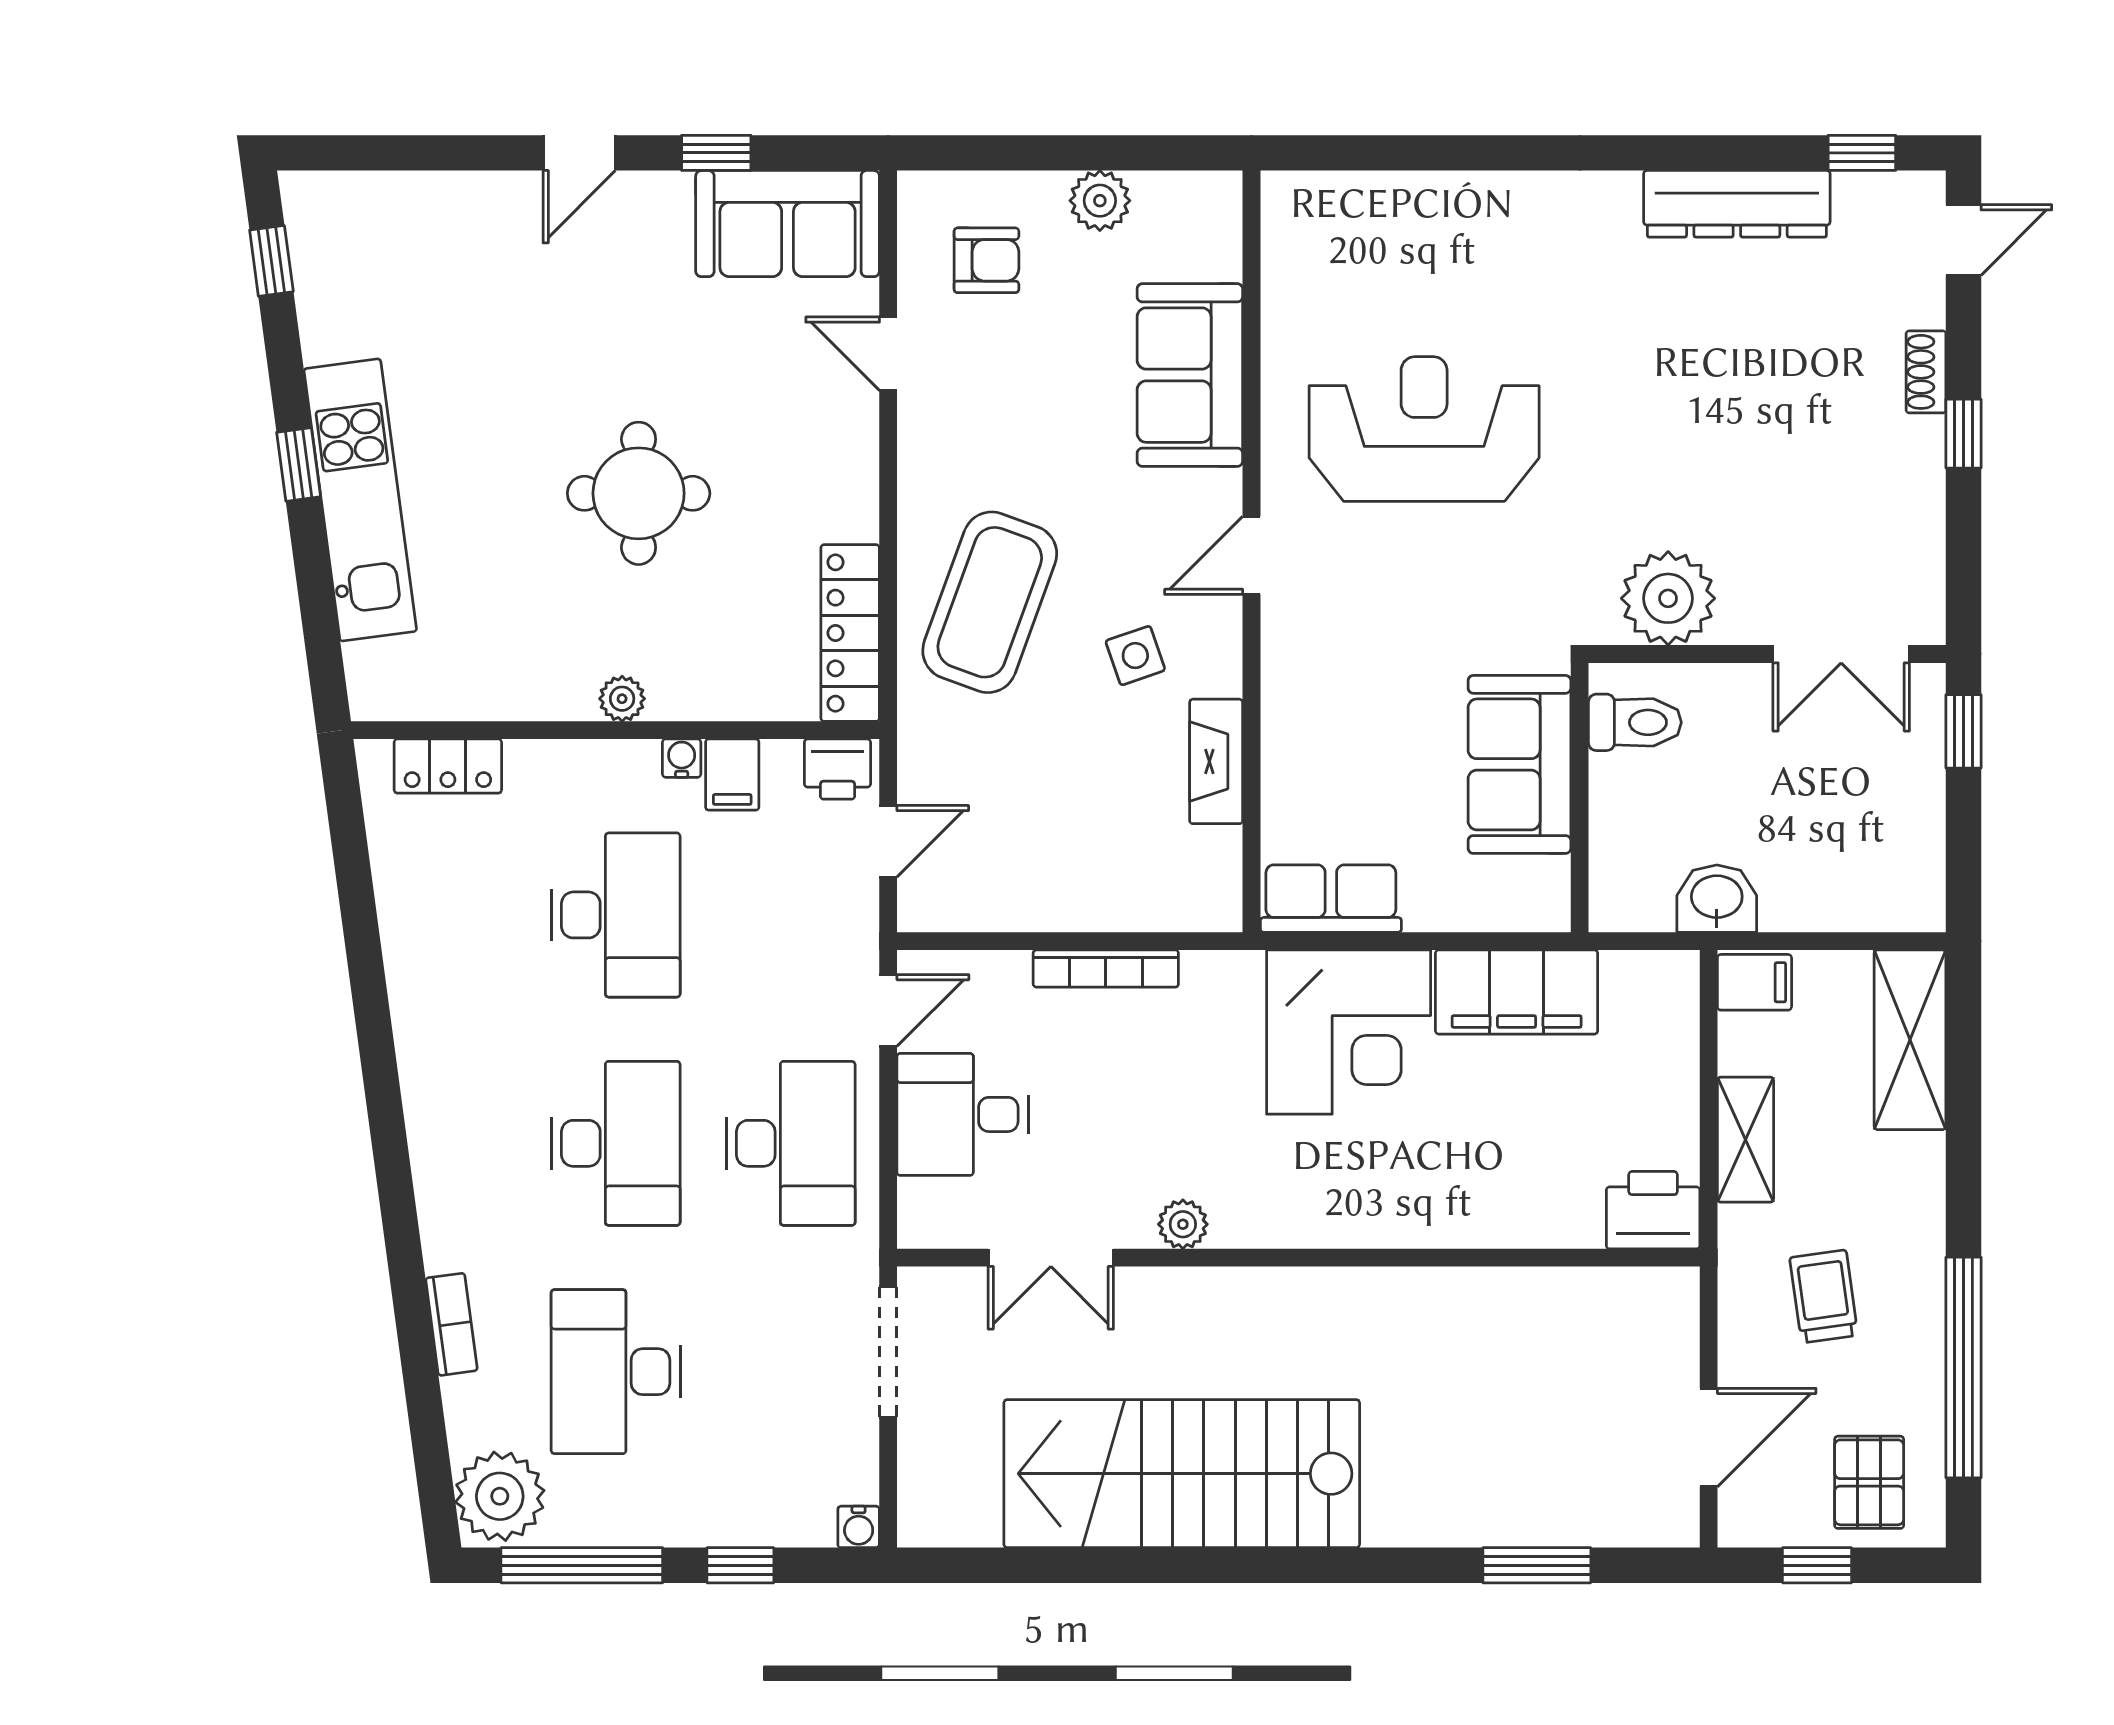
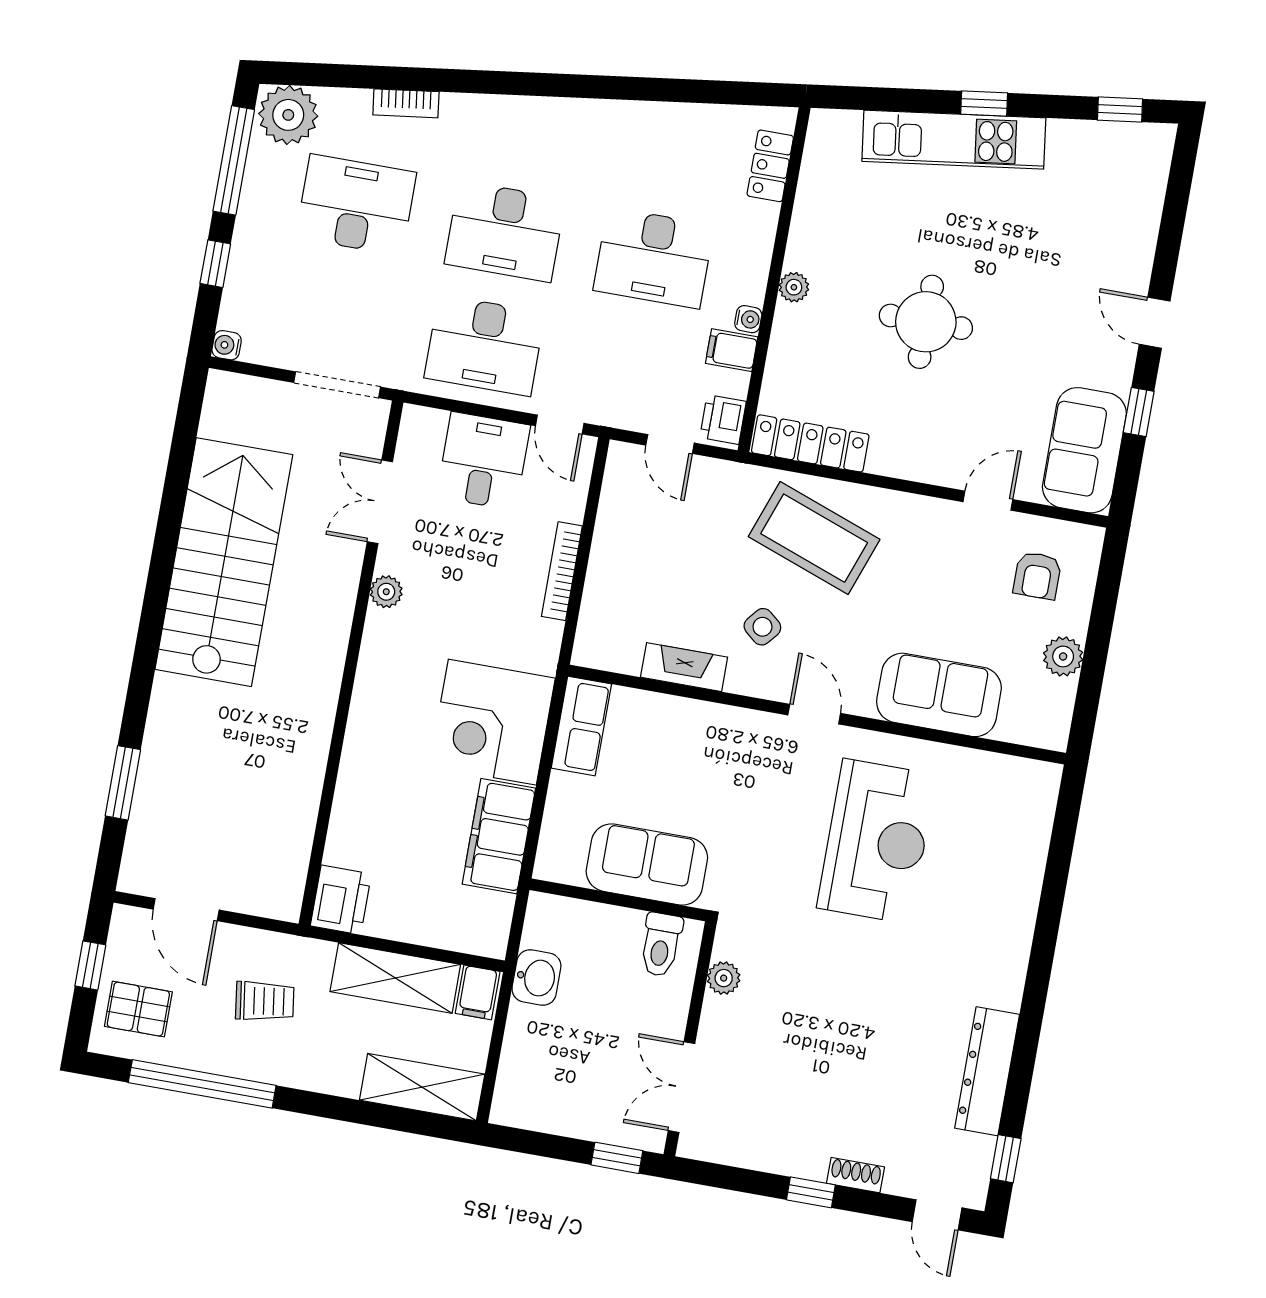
plant: (1668, 598) -> (724, 978), width x0.53, depth x0.53
side table: (1135, 656) -> (762, 627), turned -31
shelving: (1746, 1140) -> (395, 978), width x1.50, depth x1.33

